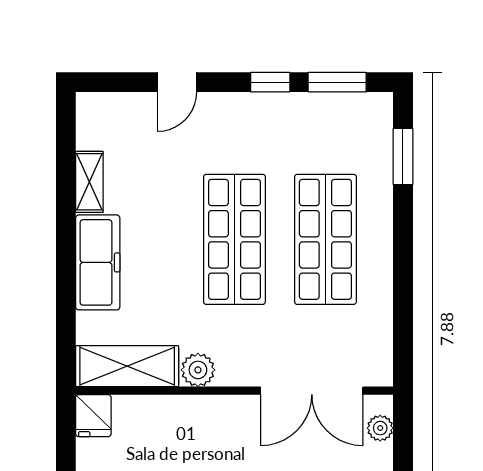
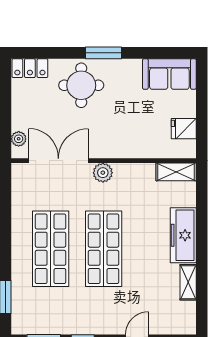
shelving: (127, 366) -> (176, 172), width x0.67, depth x0.75
plant: (198, 370) -> (103, 173), moved
fridge: (93, 416) -> (184, 129), moved, turned -90

